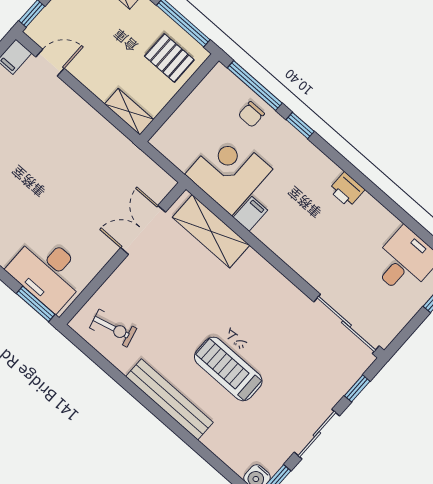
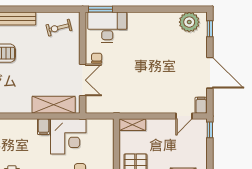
chair: (98, 243) -> (97, 58), added

